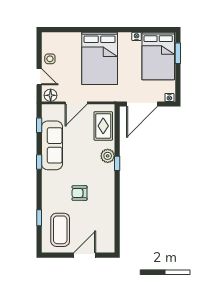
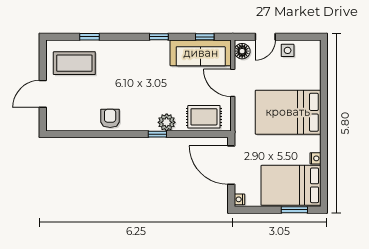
sofa: (52, 145) -> (201, 53), moved
armchair: (80, 193) -> (110, 118), moved
door: (85, 255) -> (43, 94), swing flipped

